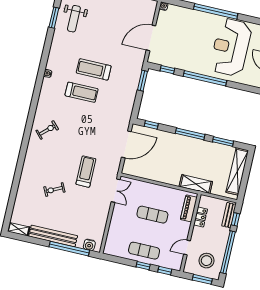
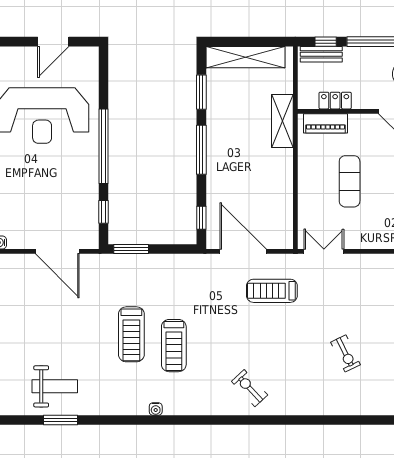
treadmill: (82, 92) -> (174, 346), turned 180
treadmill: (86, 172) -> (272, 291), moved

